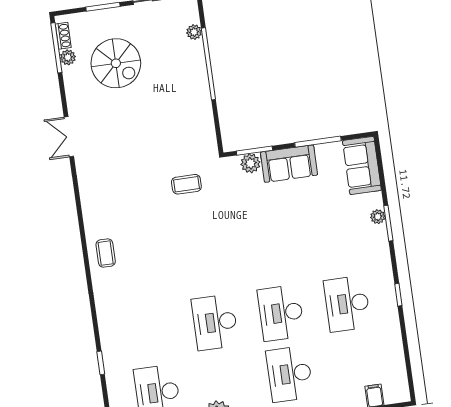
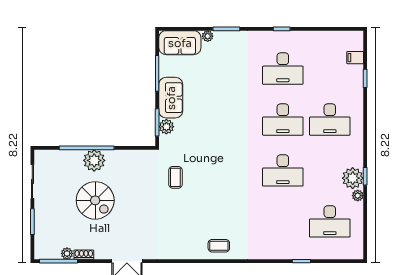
plant: (194, 32) -> (94, 160), moved, width x1.88, depth x1.88
shoe rack: (63, 36) -> (84, 255), moved
spiral stairs: (116, 63) -> (95, 200), moved, turned 90
plant: (378, 217) -> (208, 36), moved

